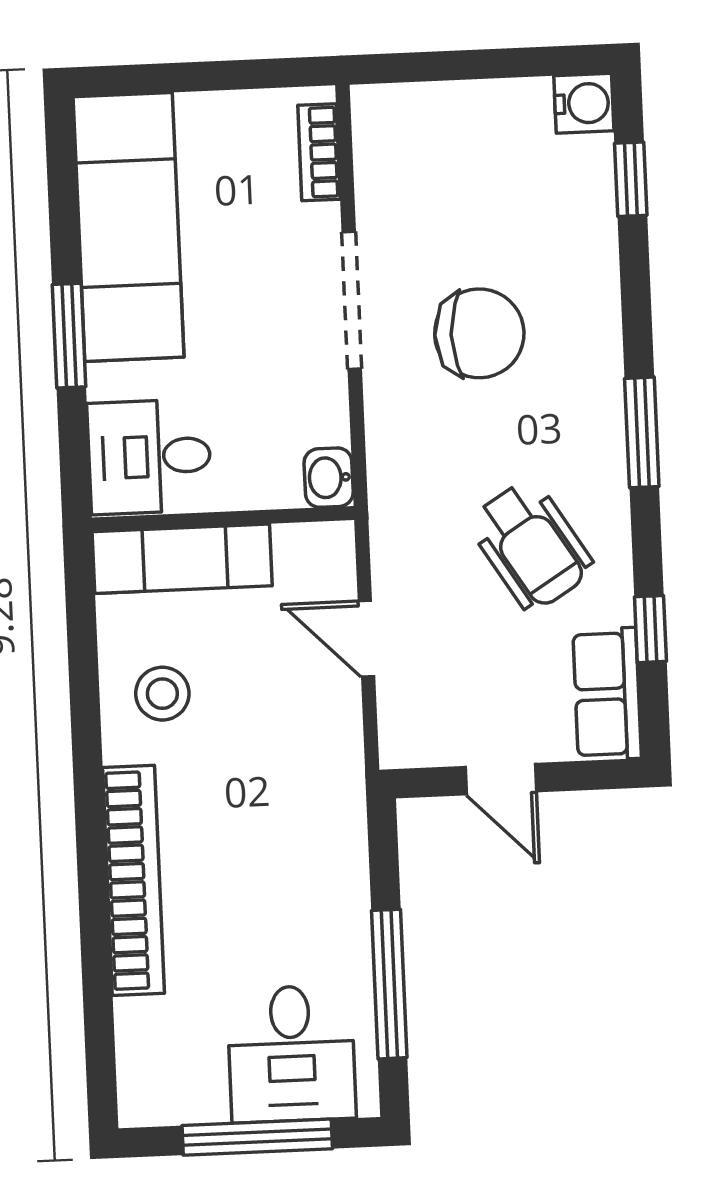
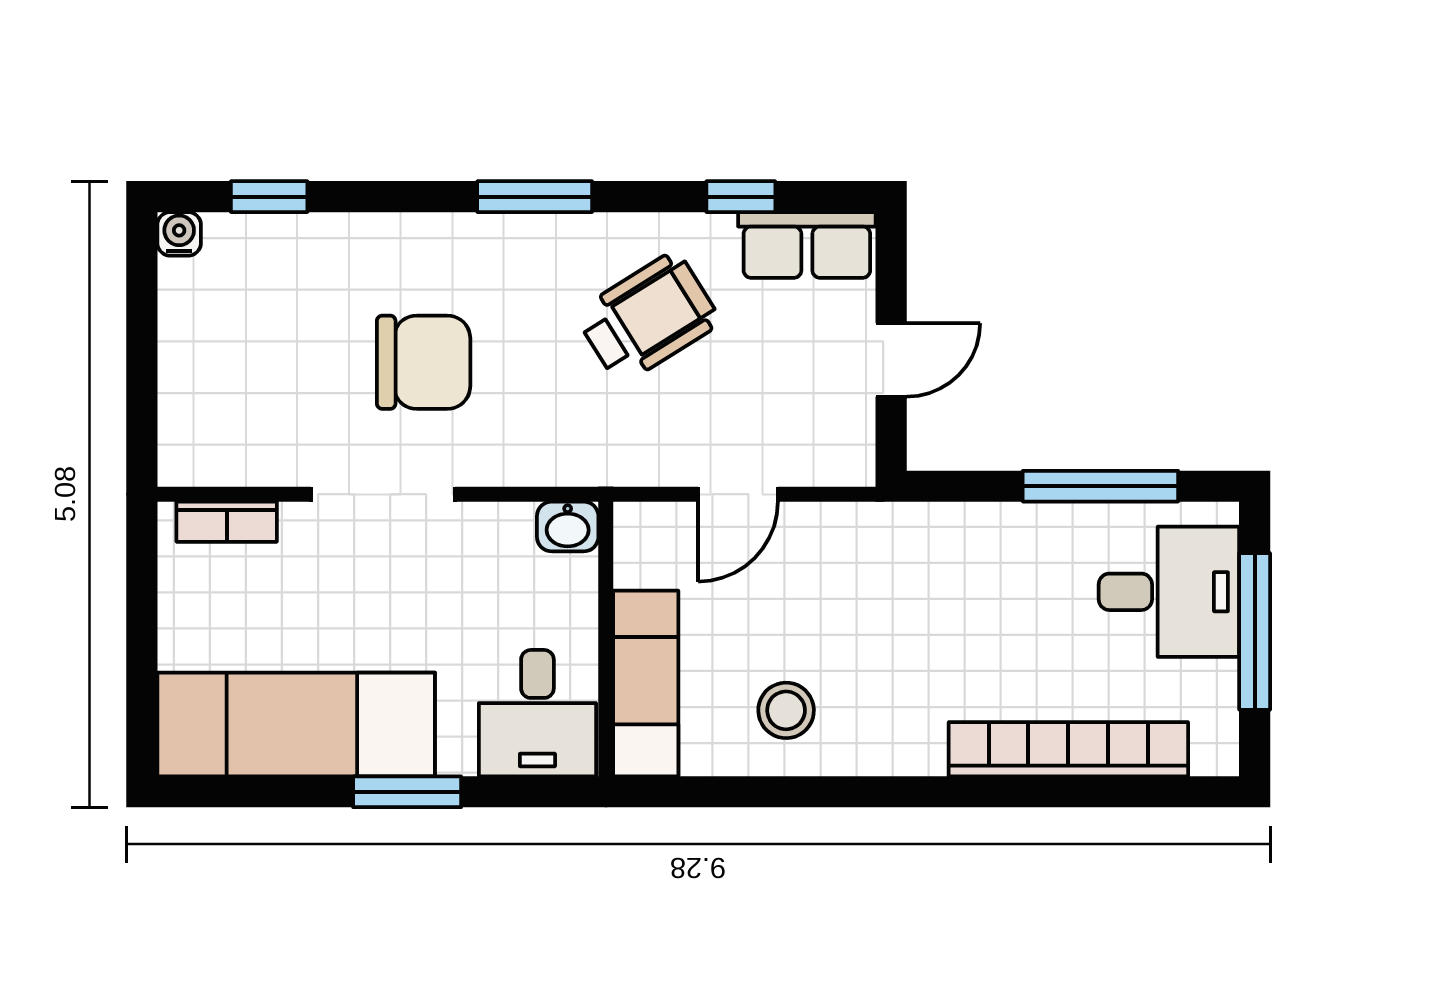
water cooler: (584, 103) -> (179, 234), width x0.72, depth x0.72
chair: (479, 333) -> (424, 362), turned 90
bookcase: (133, 880) -> (1068, 749), moved

